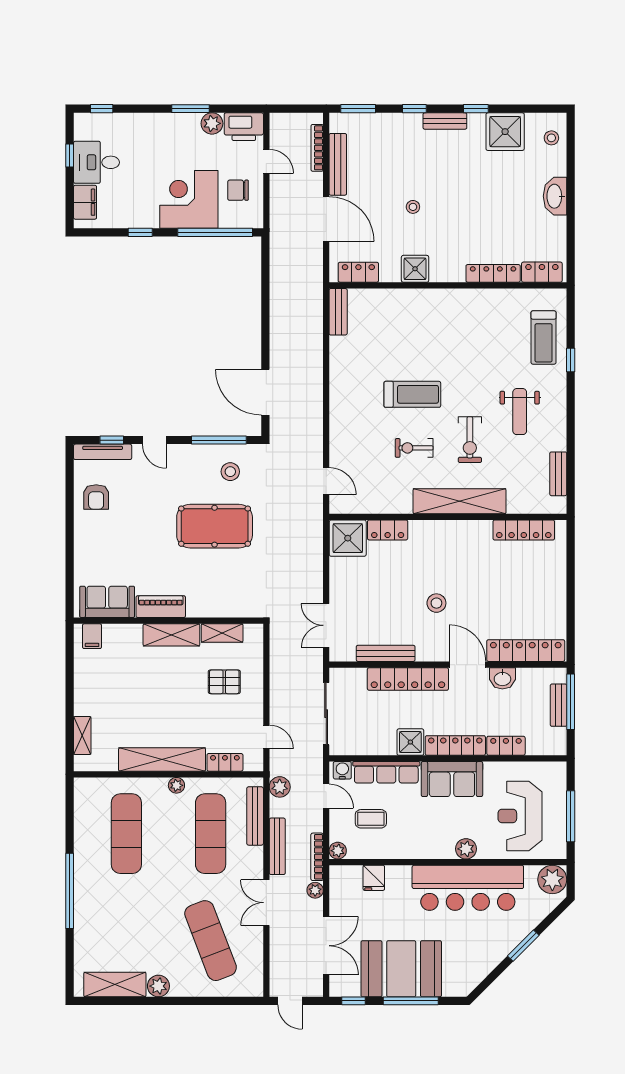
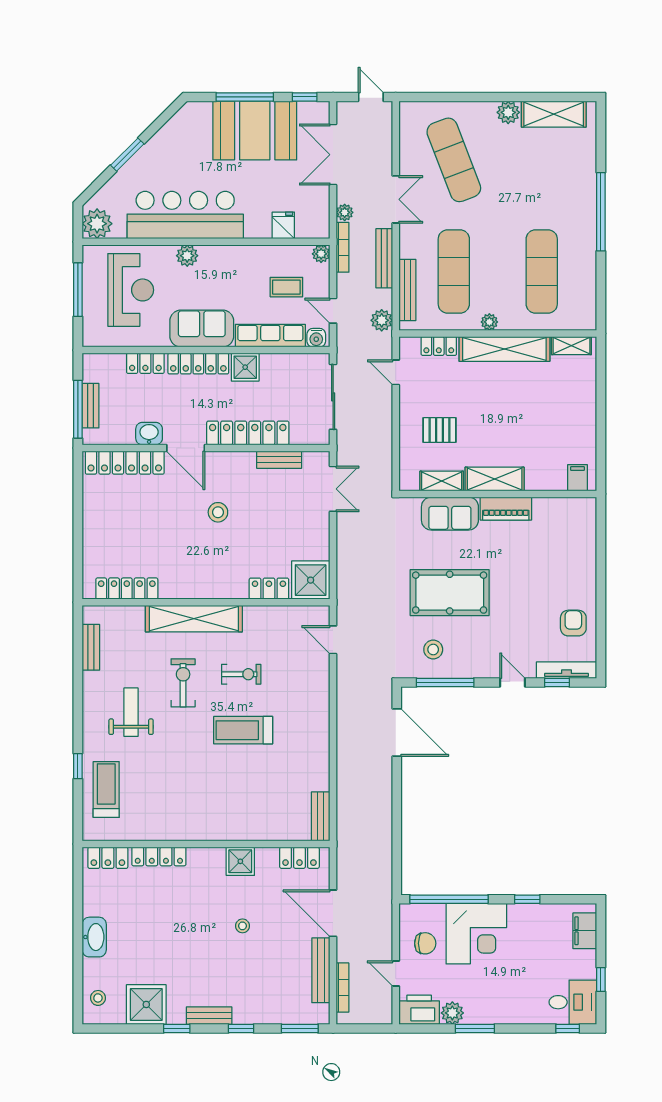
desk: (97, 162) -> (573, 1002), moved
sofa: (107, 602) -> (450, 514), moved
bench: (386, 653) -> (279, 460), width x0.73
shelving: (82, 735) -> (571, 346), moved, turned 90

